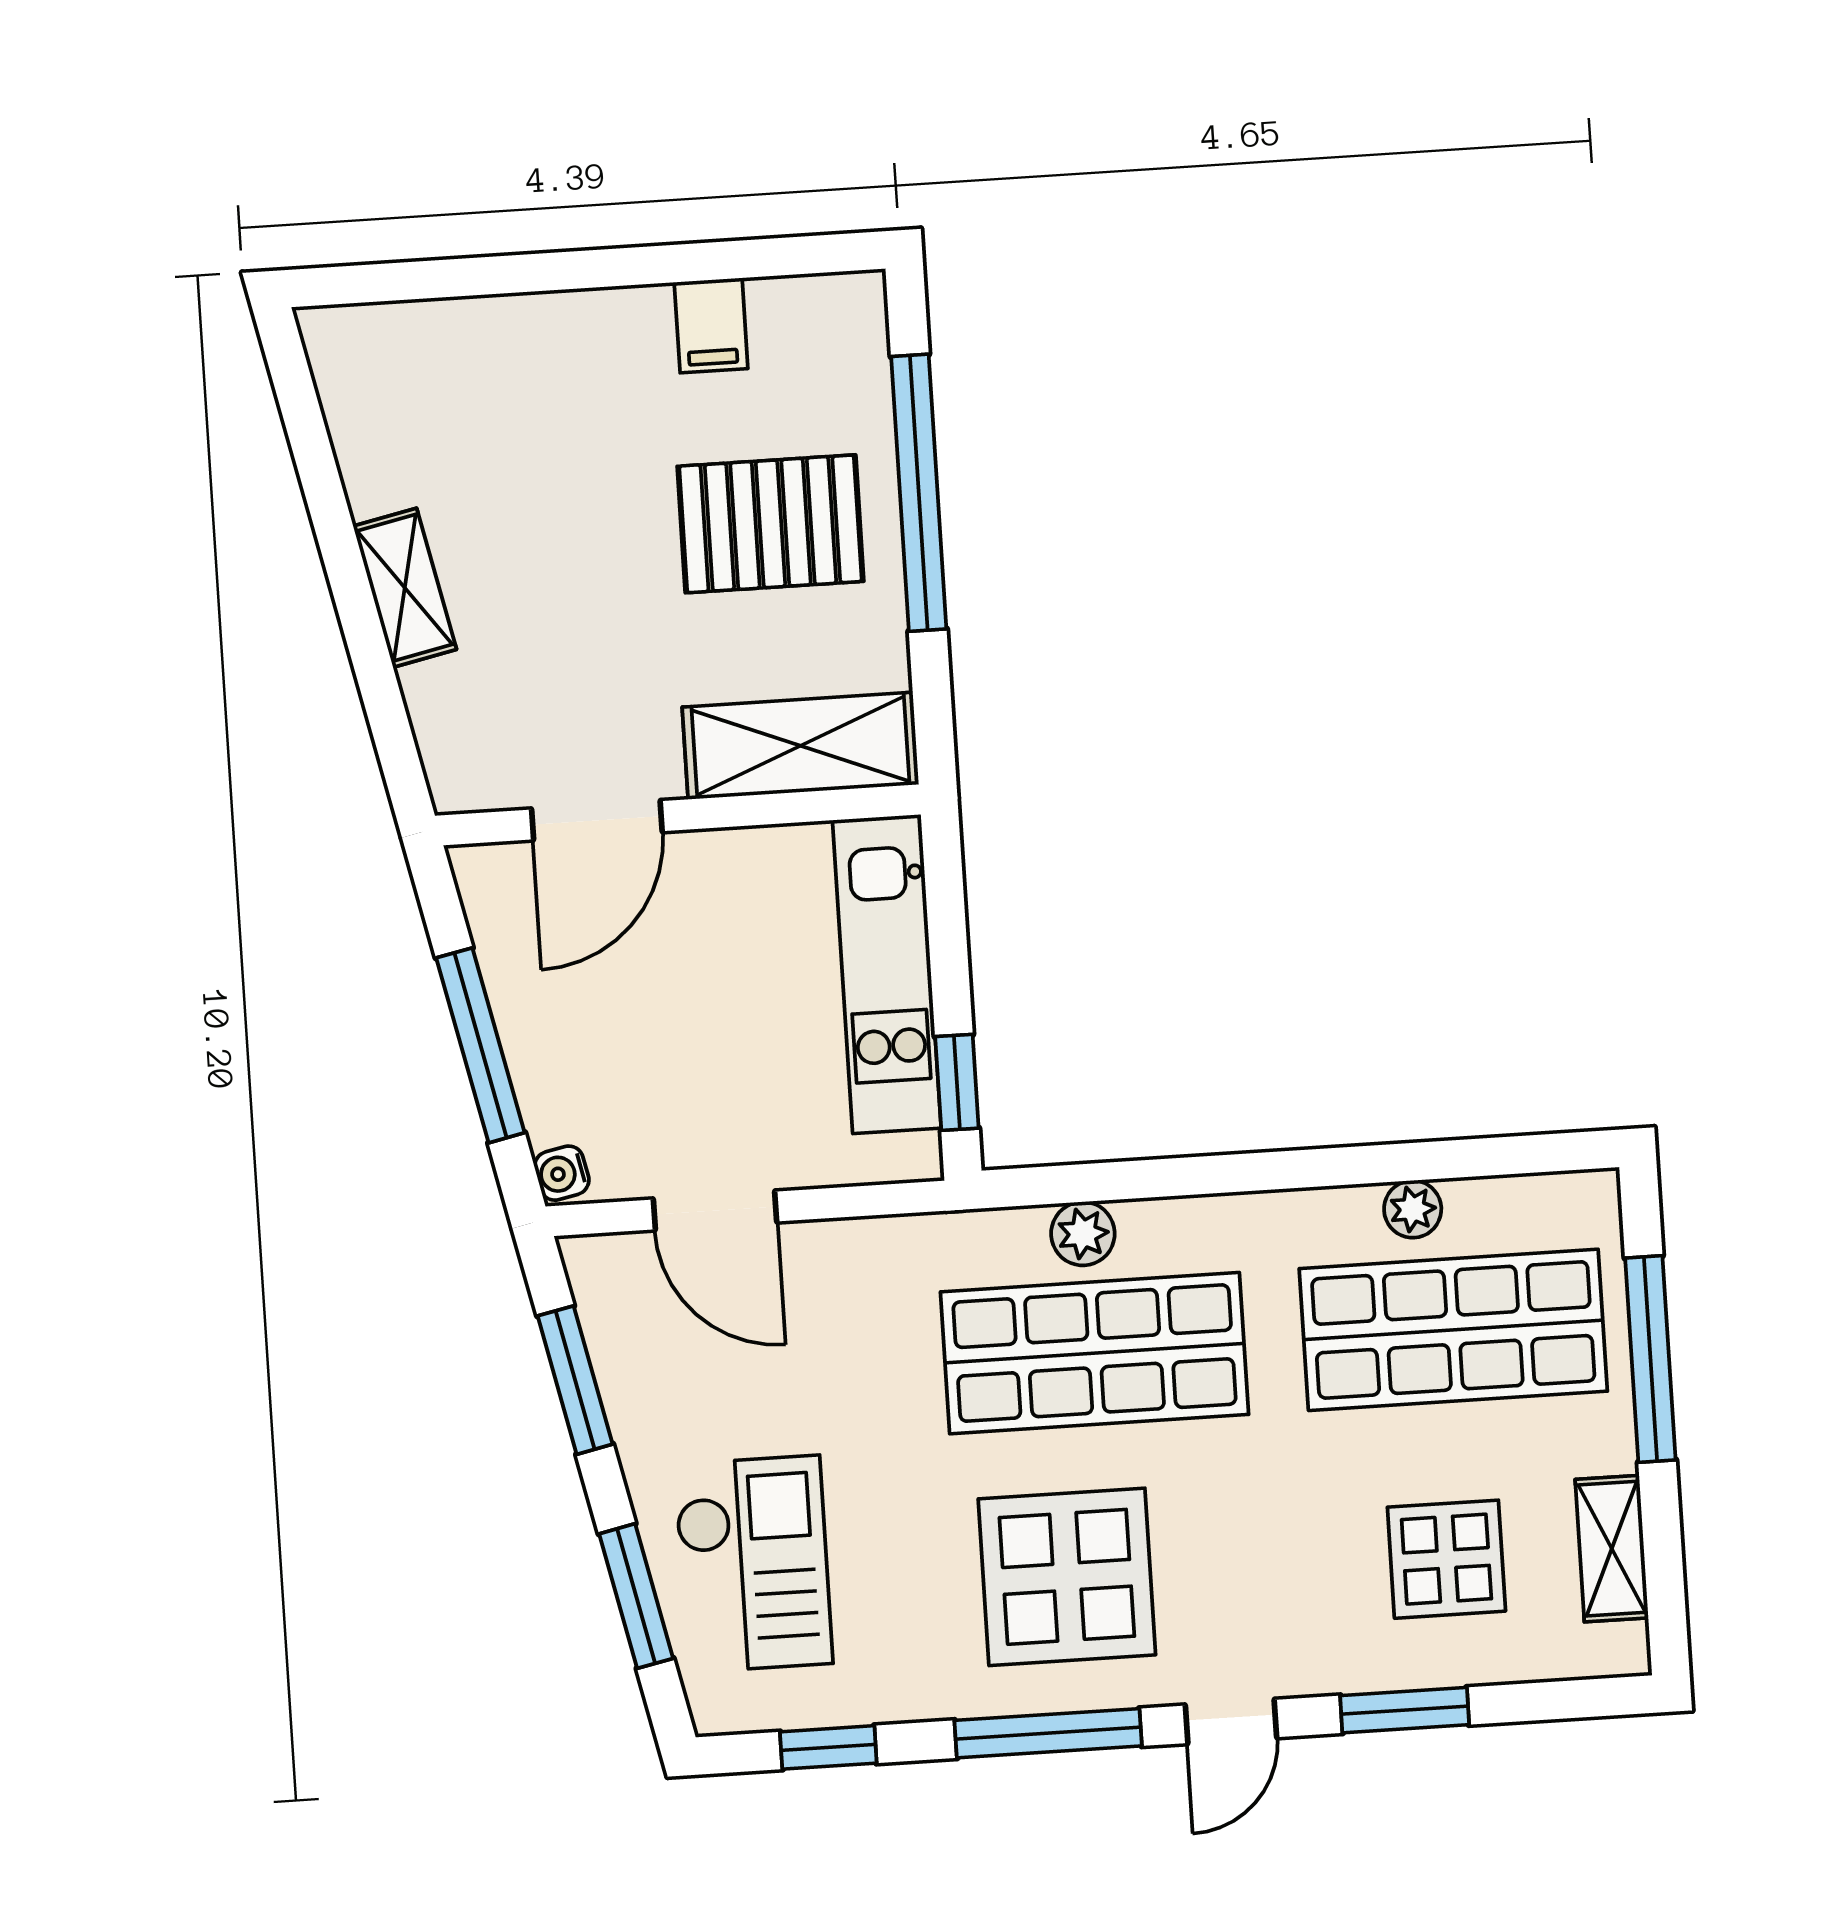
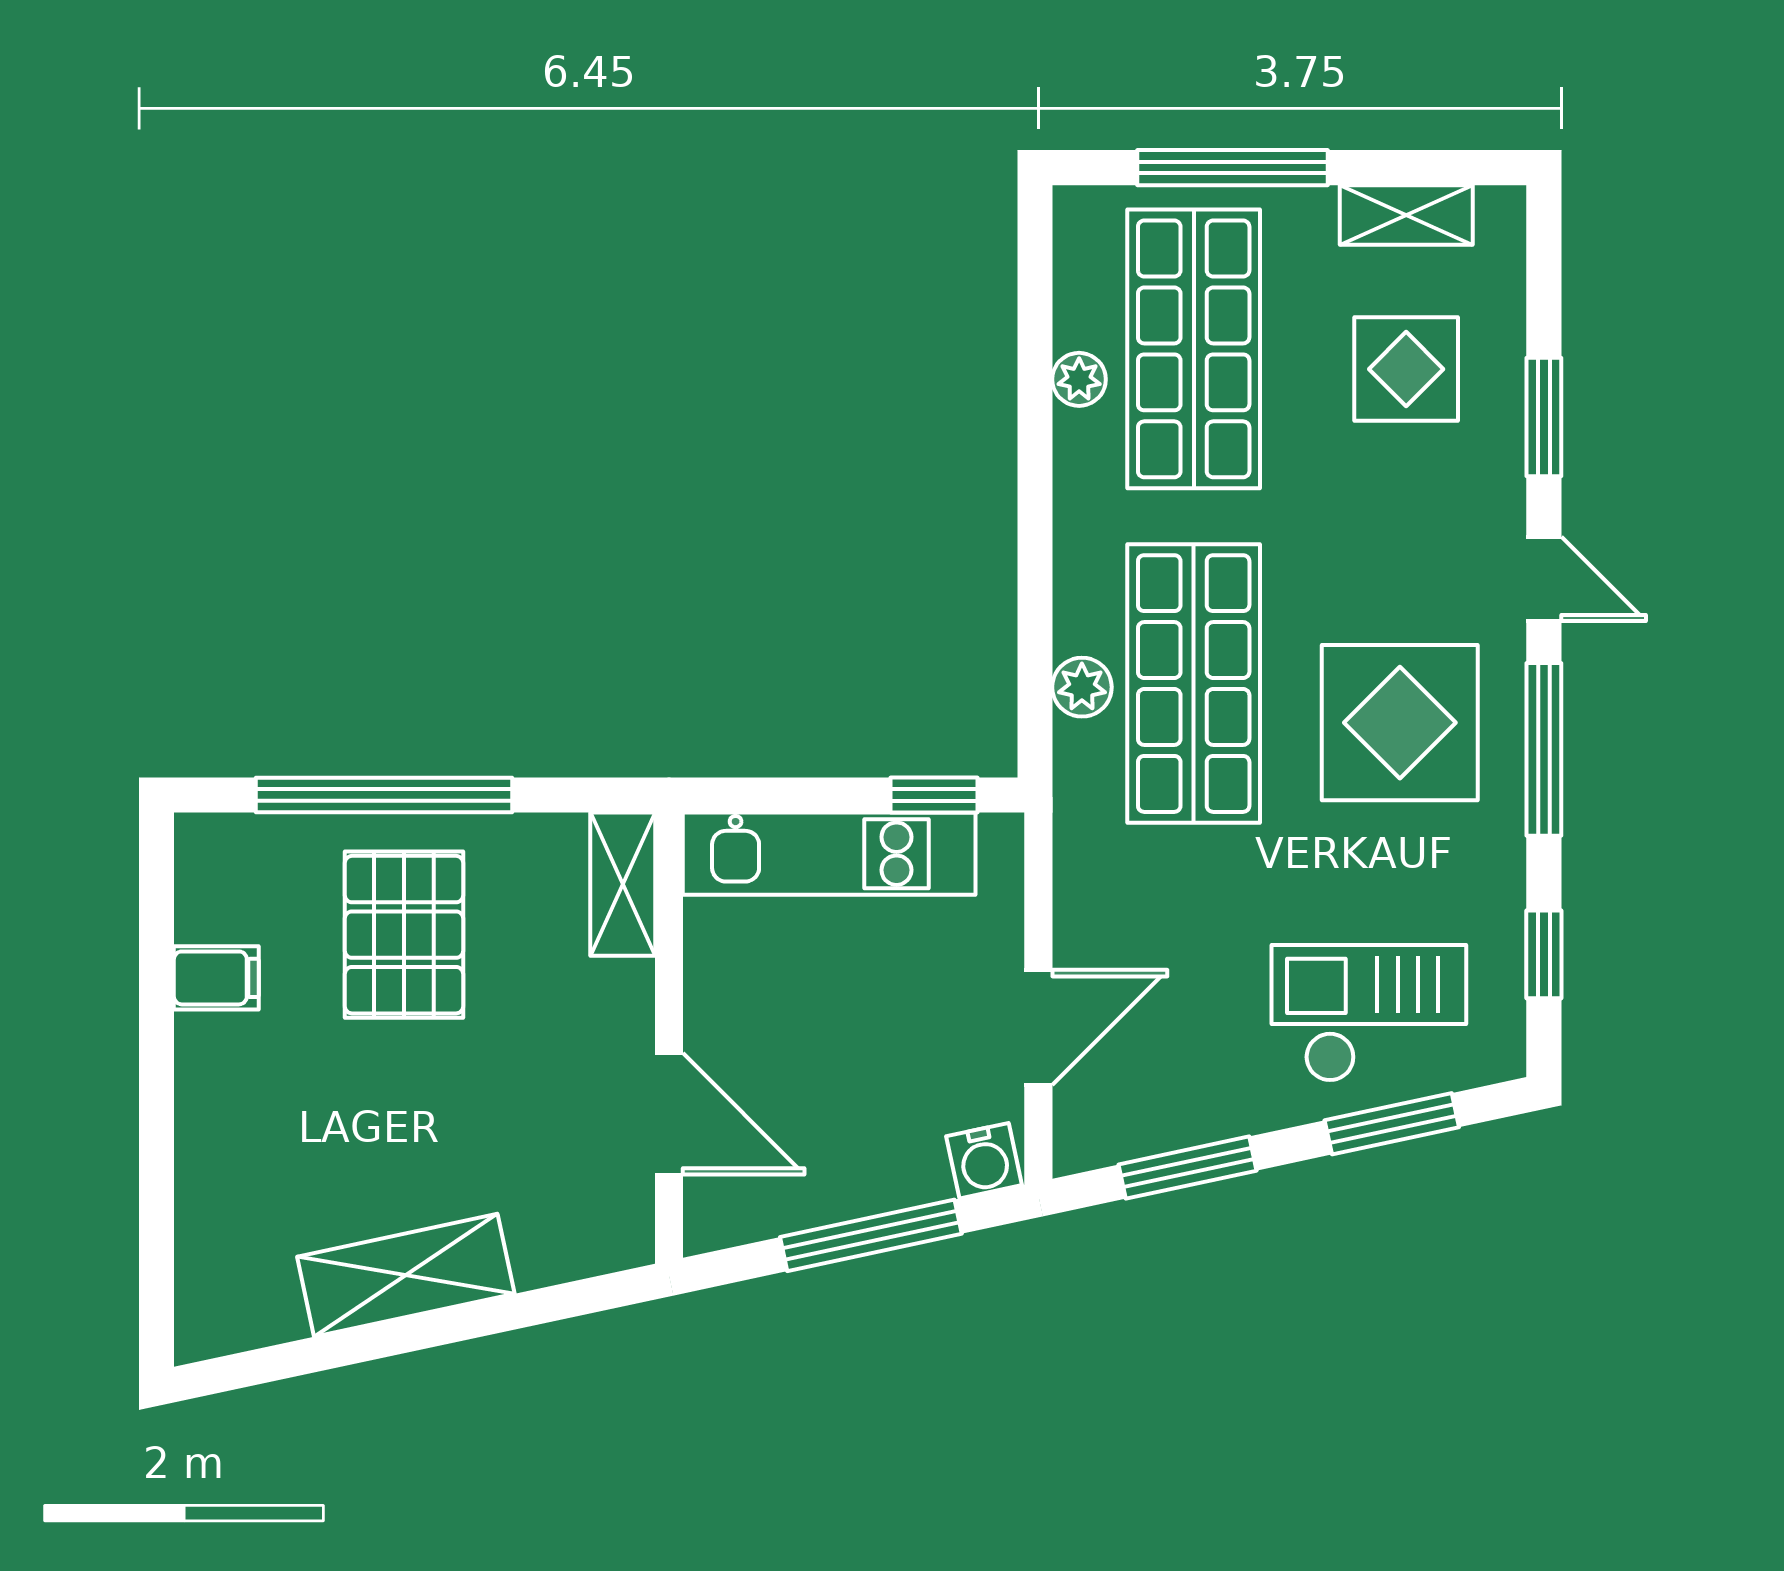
shelving: (405, 588) -> (406, 1275), width x1.50, depth x1.33
shelving: (801, 746) -> (623, 884), width x0.67, depth x0.75
water cooler: (562, 1173) -> (984, 1161), width x1.38, depth x1.38

